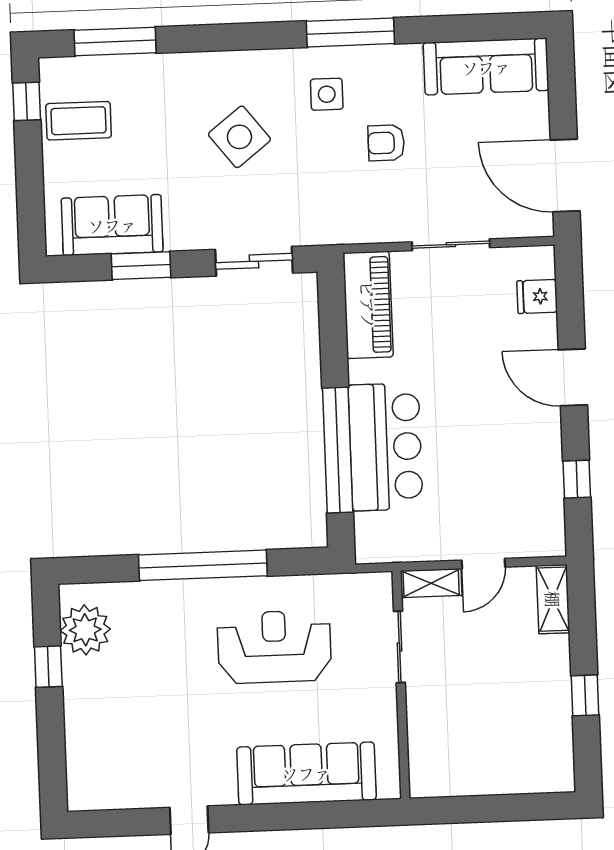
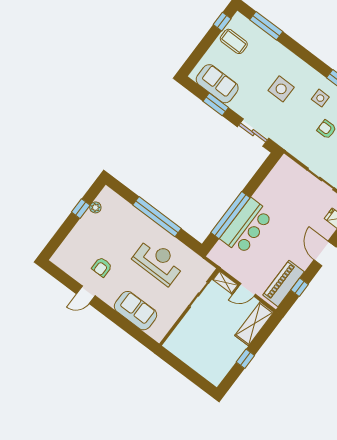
side table: (239, 137) -> (281, 89), turned 38
piano: (368, 305) -> (284, 283), moved, turned 180
shelving: (553, 599) -> (254, 324), width x1.50, depth x1.33
plant: (85, 630) -> (95, 207), width x0.53, depth x0.53
armchair: (177, 743) -> (102, 267), added
sofa: (306, 773) -> (136, 311), width x0.73

